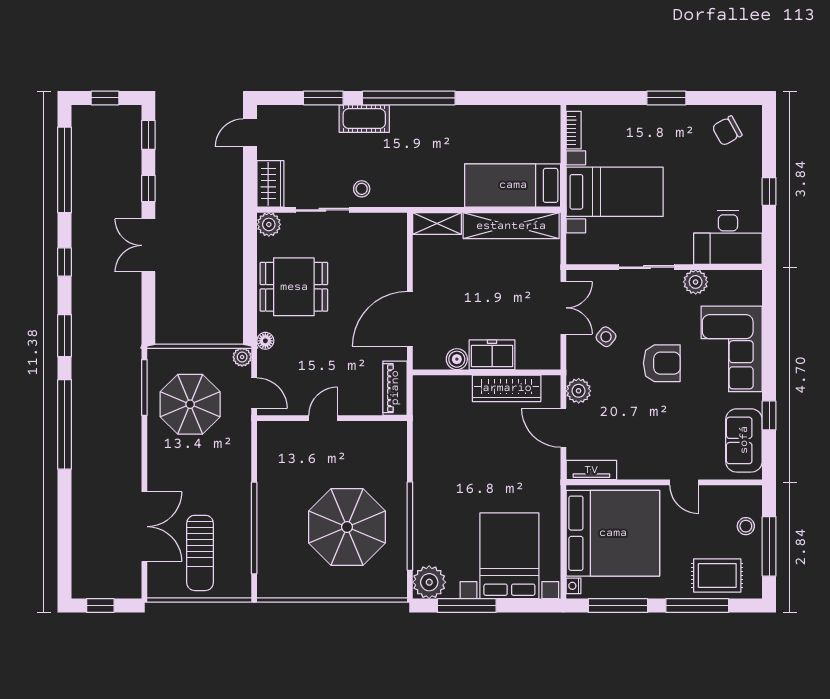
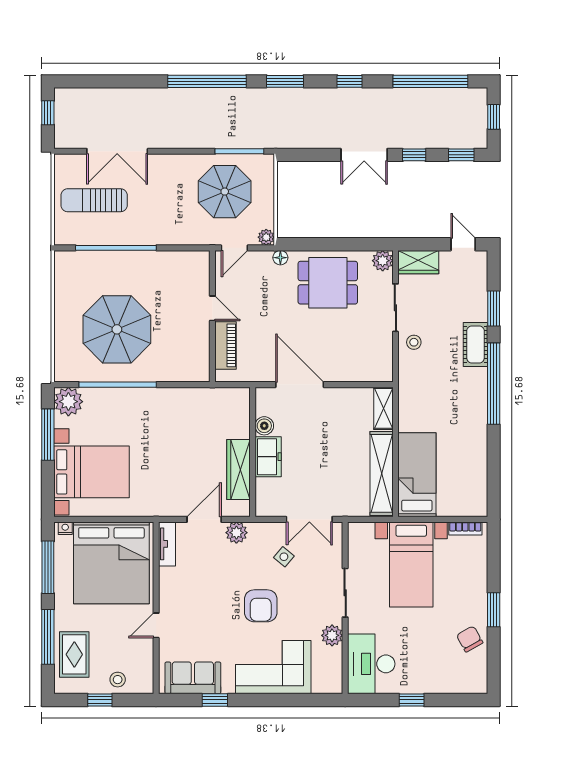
chair: (727, 131) -> (470, 639), moved
double door: (148, 245) -> (364, 155), swing flipped
dining table: (294, 287) -> (328, 283), turned 90
piano: (395, 388) -> (226, 345), moved, turned 90
window: (769, 546) -> (100, 700), width x0.46

